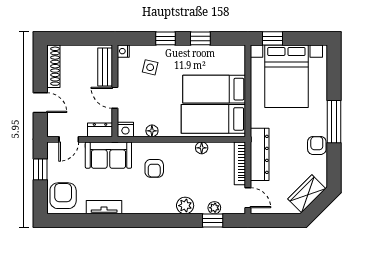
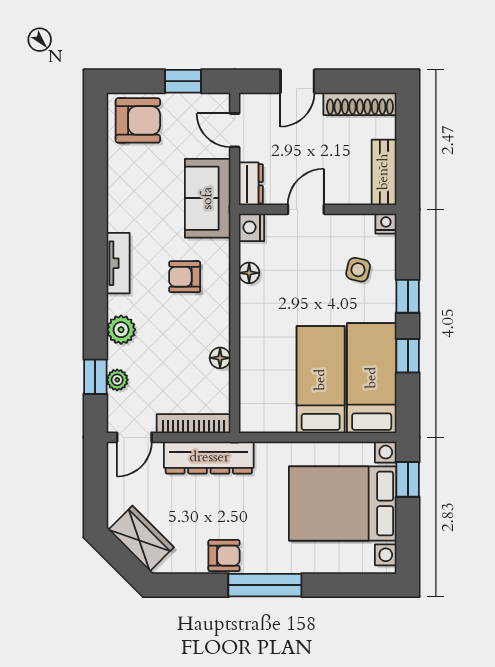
bench: (105, 67) -> (384, 172), moved, turned 90
bed: (213, 119) -> (372, 378), moved
tv unit: (104, 207) -> (118, 263), moved

